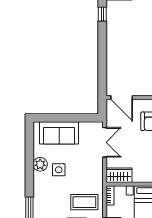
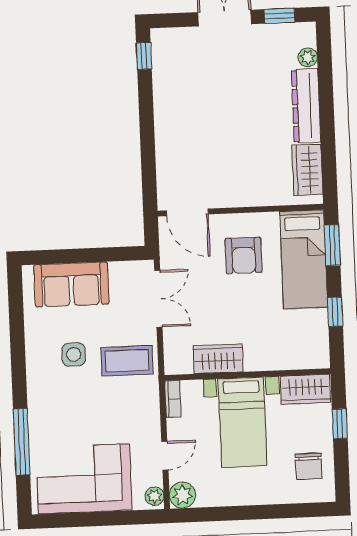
plant: (40, 164) -> (38, 346), removed
wardrobe: (119, 175) -> (218, 359), moved
coffee table: (84, 202) -> (127, 361), moved

